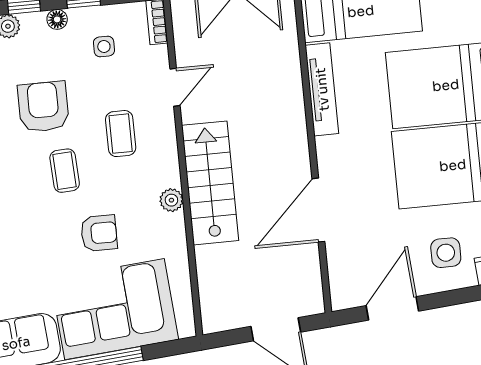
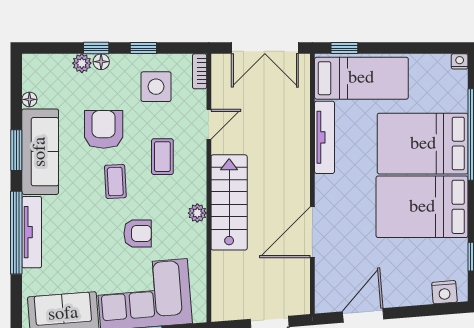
floor lamp: (57, 19) -> (101, 62), moved
side table: (104, 46) -> (156, 87), width x1.87, depth x1.87
side table: (446, 253) -> (410, 276), removed

